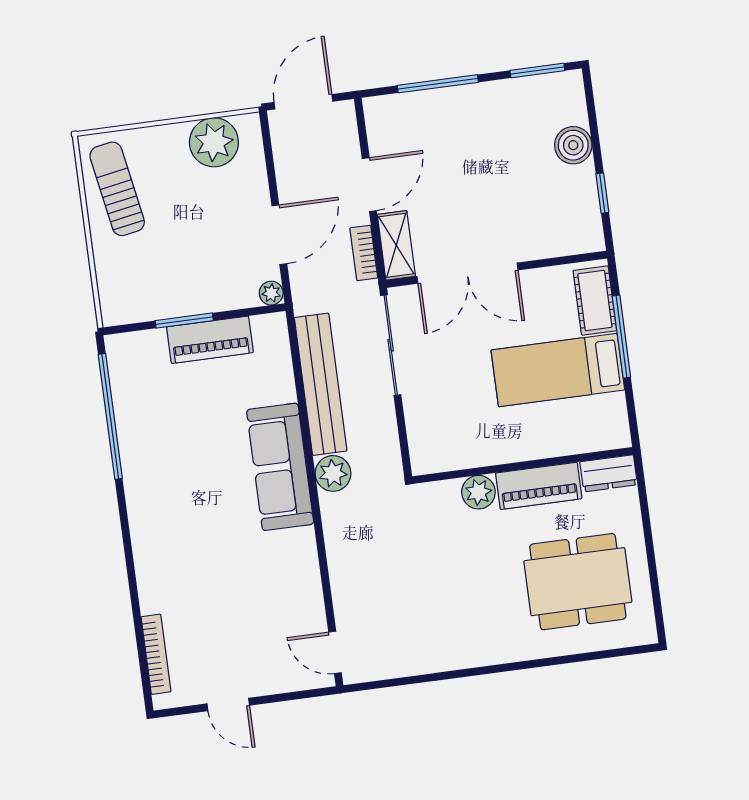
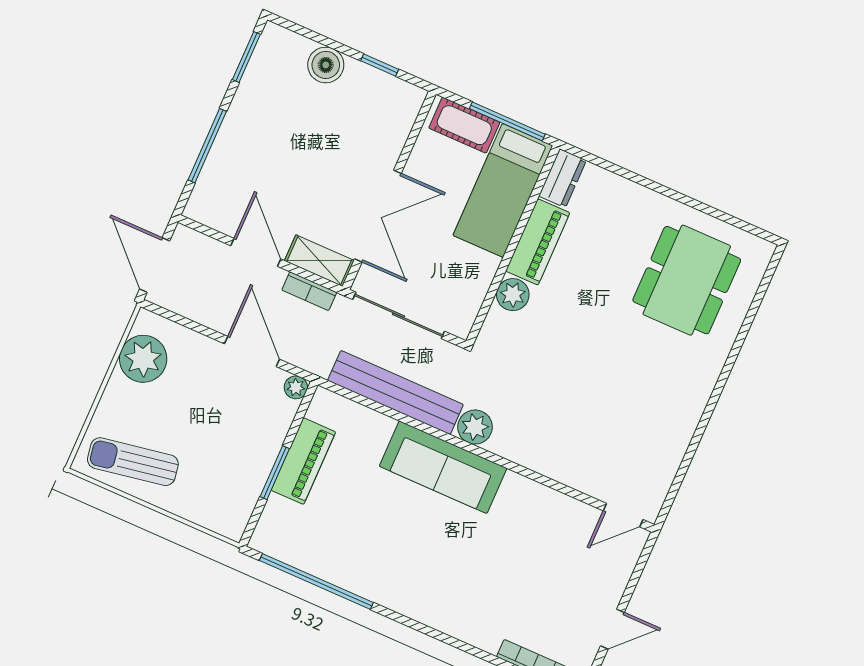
wall: (523, 465) -> (513, 245), moved
dresser: (609, 473) -> (562, 178), moved
piano: (539, 486) -> (538, 242), moved
plant: (478, 492) -> (513, 295), moved

